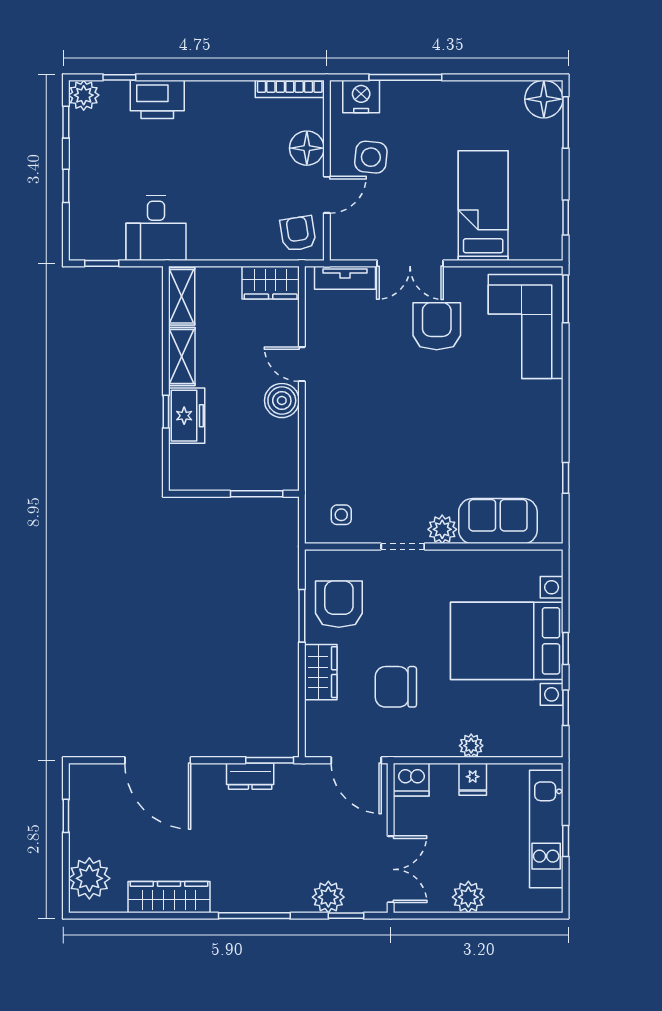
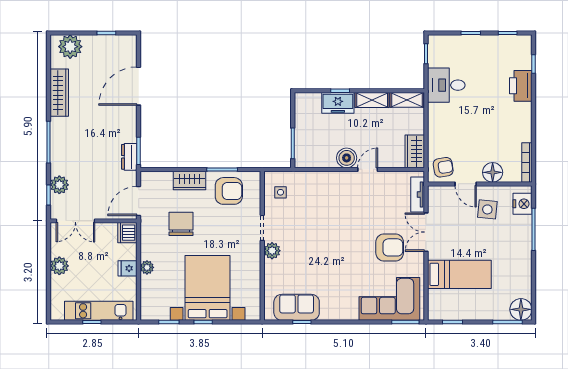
plant: (84, 95) -> (523, 43), removed
sofa: (498, 521) -> (297, 307), moved, turned -90
dresser: (250, 776) -> (129, 157), moved

